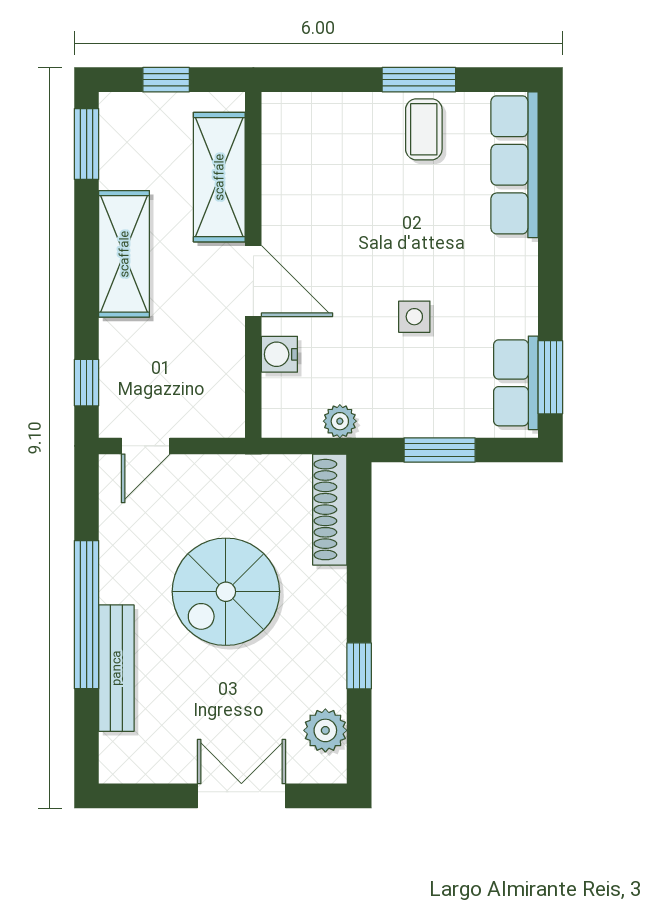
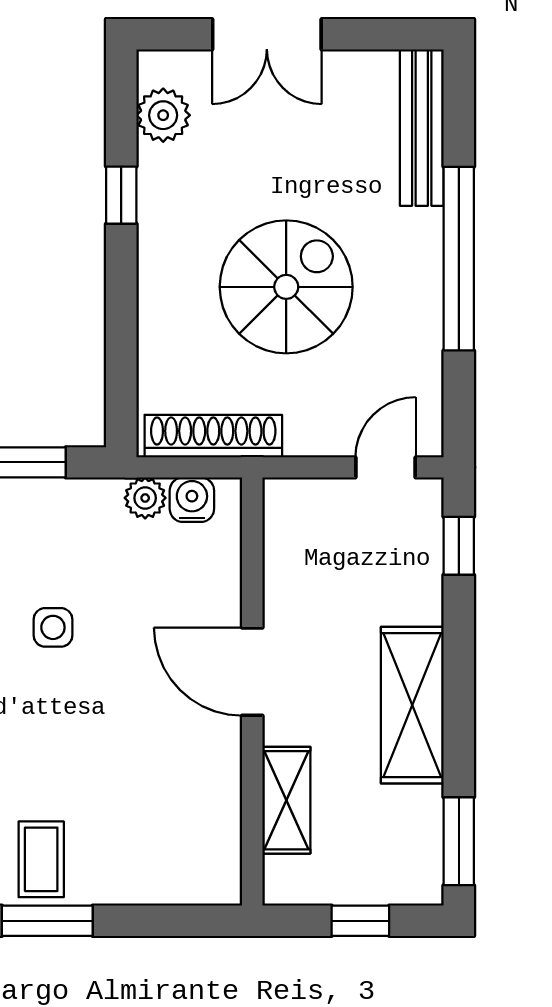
shelving: (219, 177) -> (286, 800), width x0.67, depth x0.75
water cooler: (279, 354) -> (192, 500), moved, turned -90
shoe rack: (330, 510) -> (213, 436), moved, turned -90
bench: (116, 668) -> (422, 128), moved

